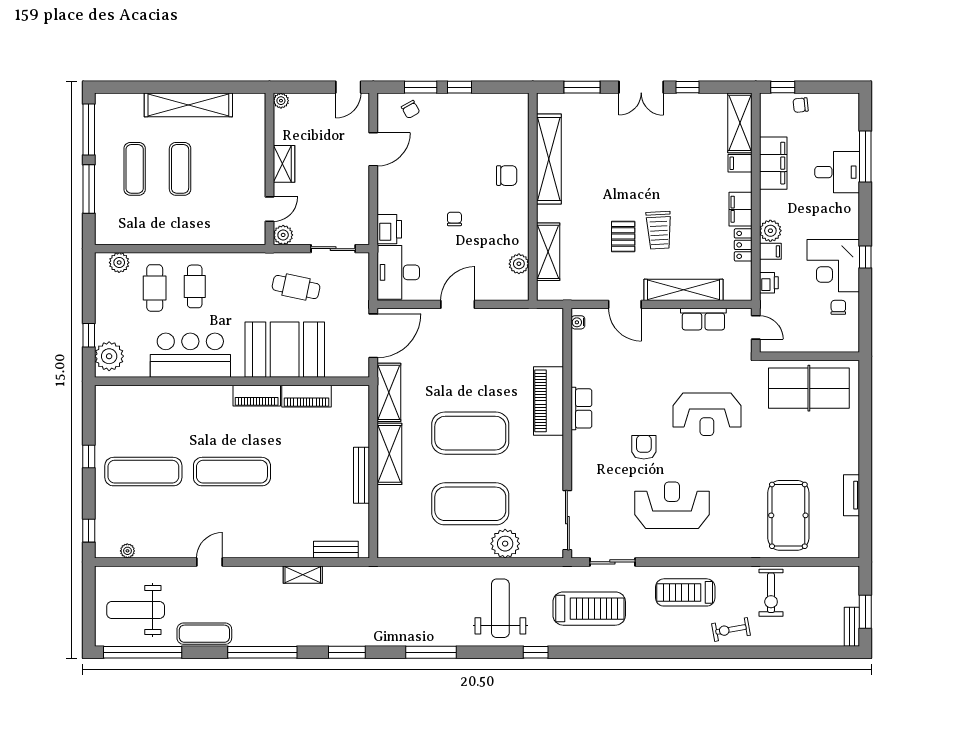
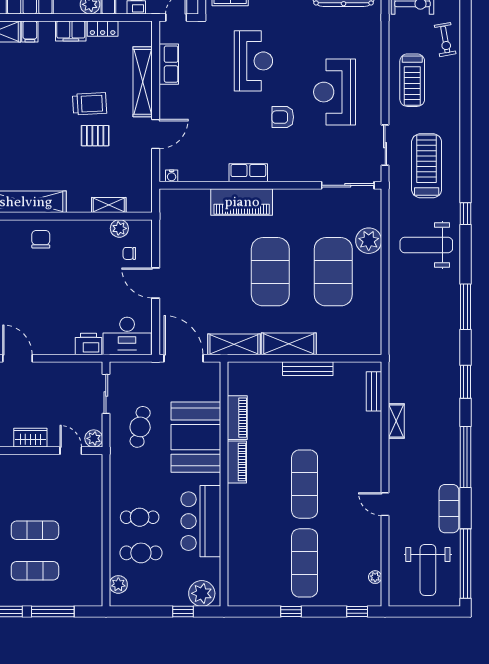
chair: (454, 219) -> (129, 253), moved
shelving: (548, 252) -> (109, 205), width x0.67, depth x0.75

